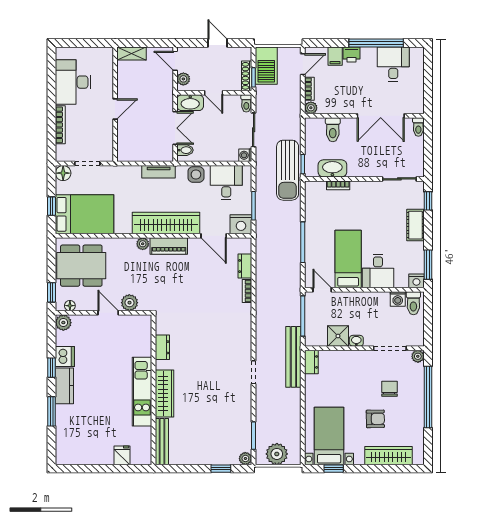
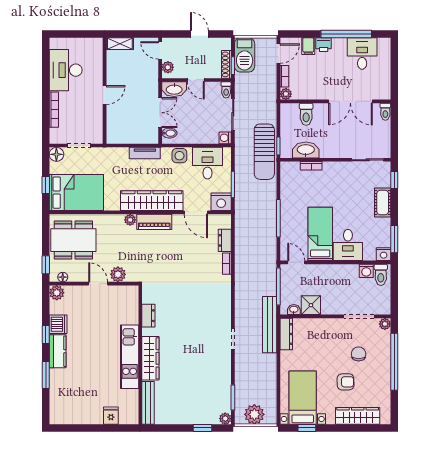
washbasin: (356, 341) -> (294, 310), moved
dresser: (311, 362) -> (286, 334), width x1.44

